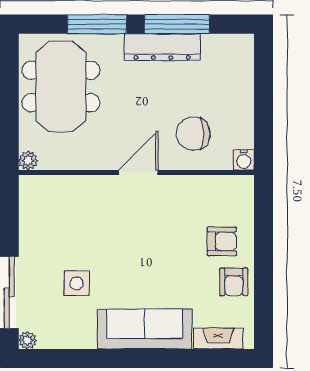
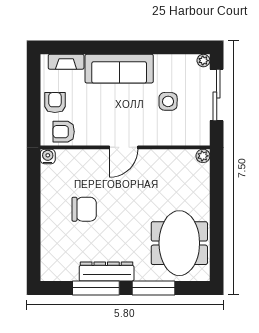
water cooler: (244, 160) -> (48, 156), moved
plant: (28, 161) -> (203, 156), moved
wall: (136, 172) -> (125, 147), moved
door: (138, 172) -> (124, 147), moved

